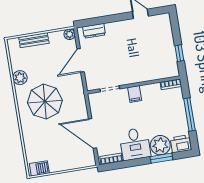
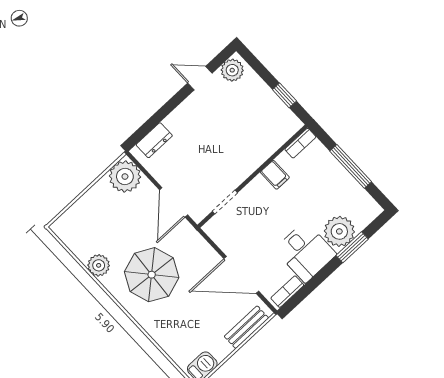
plant: (161, 21) -> (232, 70), added
plant: (69, 34) -> (125, 177), width x1.87, depth x1.87
bench: (34, 40) -> (246, 327), moved
door: (81, 60) -> (174, 202), moved
filing cabinet: (135, 94) -> (275, 175), moved
printer: (181, 144) -> (365, 212), removed

